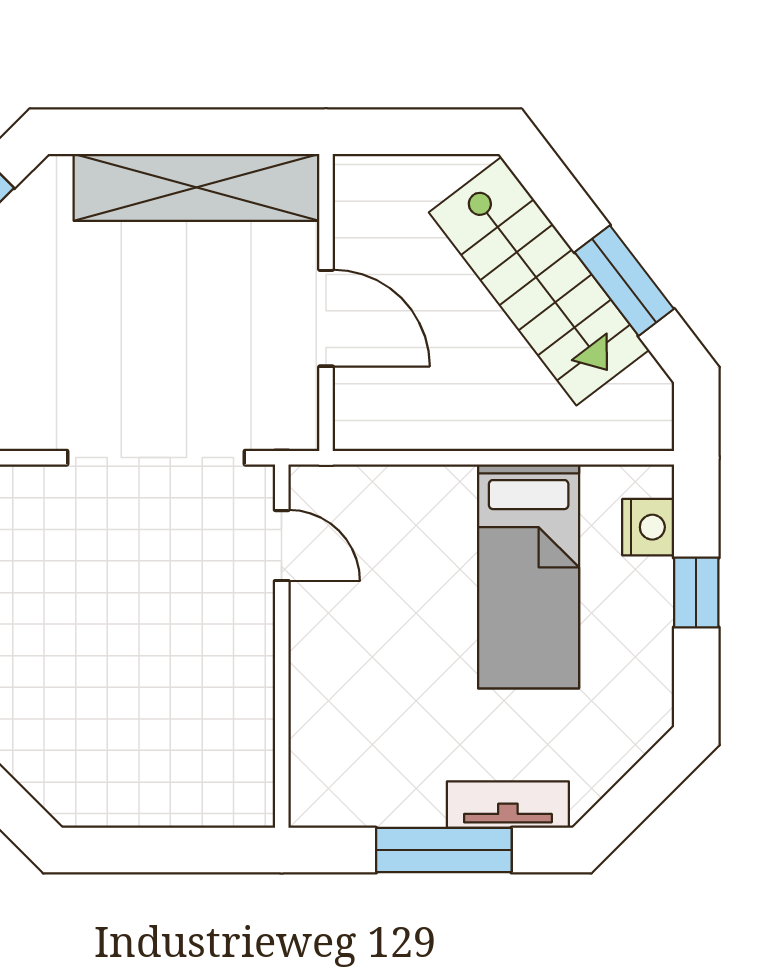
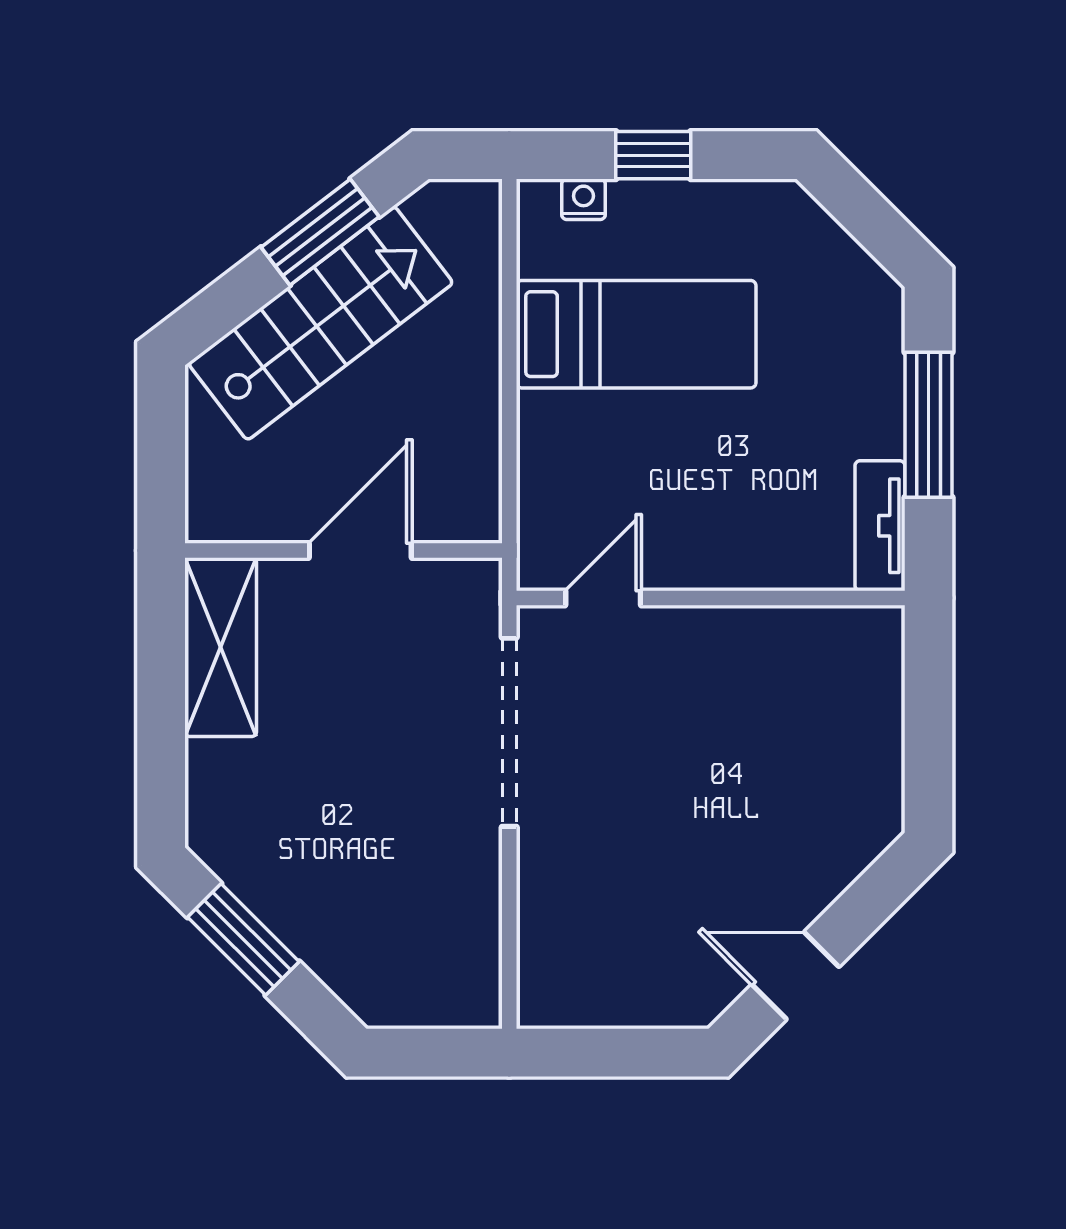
shelving: (197, 187) -> (221, 647), width x0.68
nightstand: (648, 527) -> (583, 199), width x0.72, depth x0.74
tv unit: (508, 805) -> (880, 526), moved

